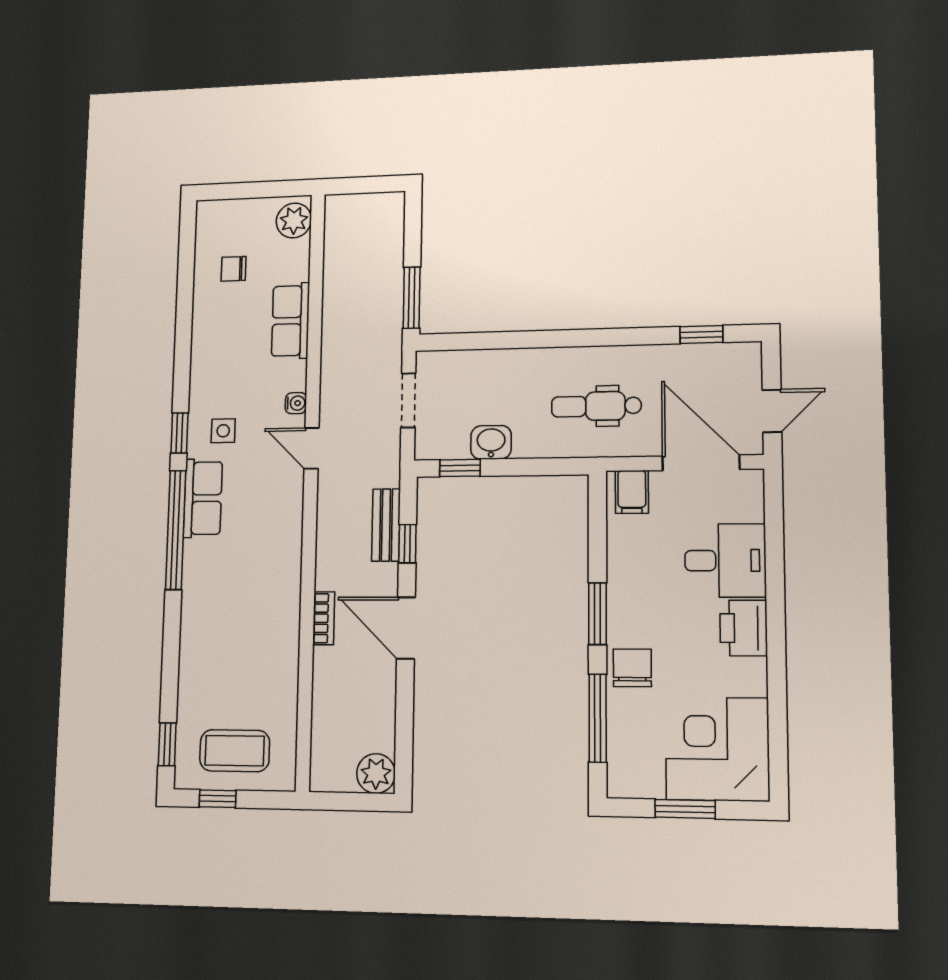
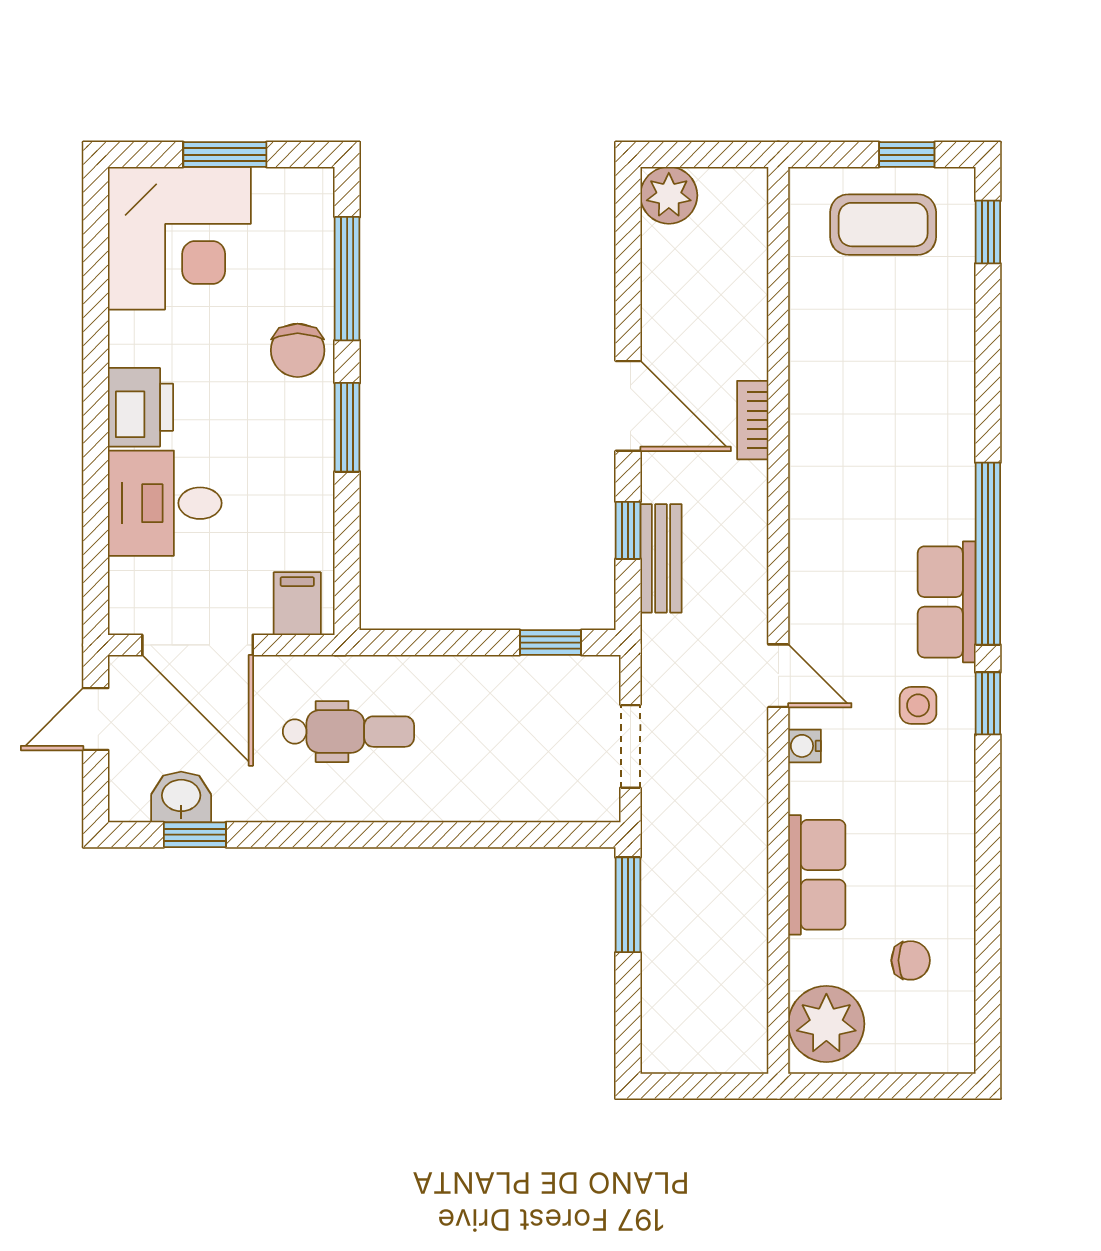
plant: (294, 221) -> (826, 1024), width x1.36, depth x1.36
washbasin: (491, 442) -> (181, 797), moved, turned 180

